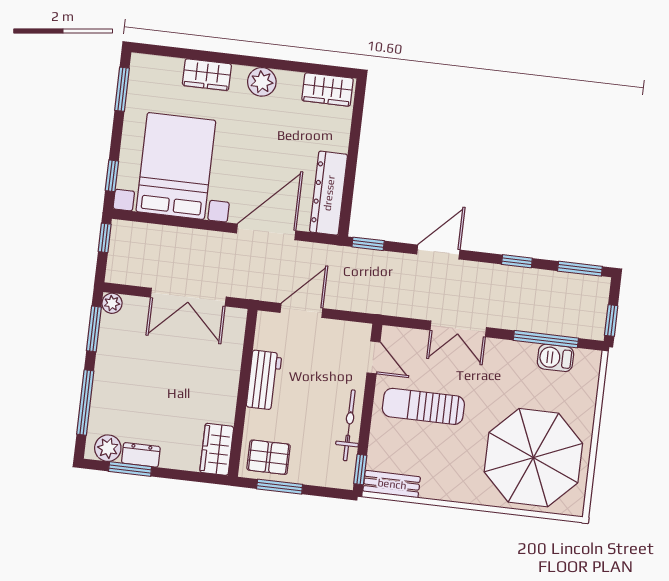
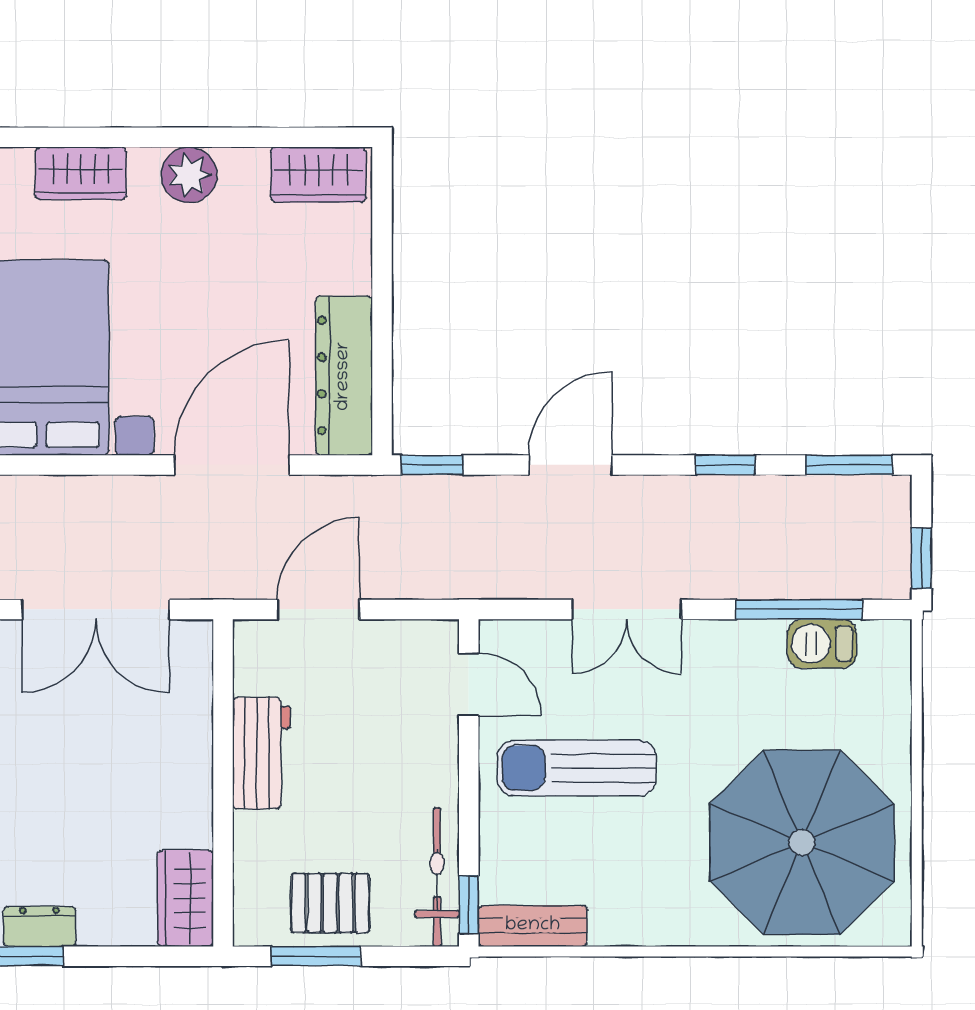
bicycle: (349, 425) -> (437, 877), moved
pallet: (269, 457) -> (330, 903), moved

